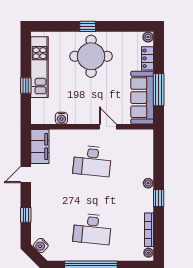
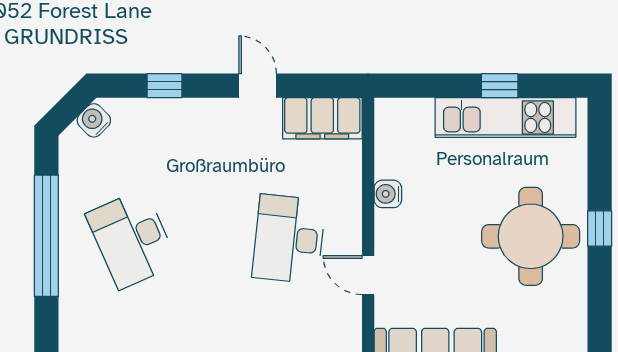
window: (26, 86) -> (500, 86), moved
water cooler: (61, 118) -> (388, 194), moved
door: (108, 127) -> (368, 275), swing flipped
desk: (92, 229) -> (132, 239), turned -30

